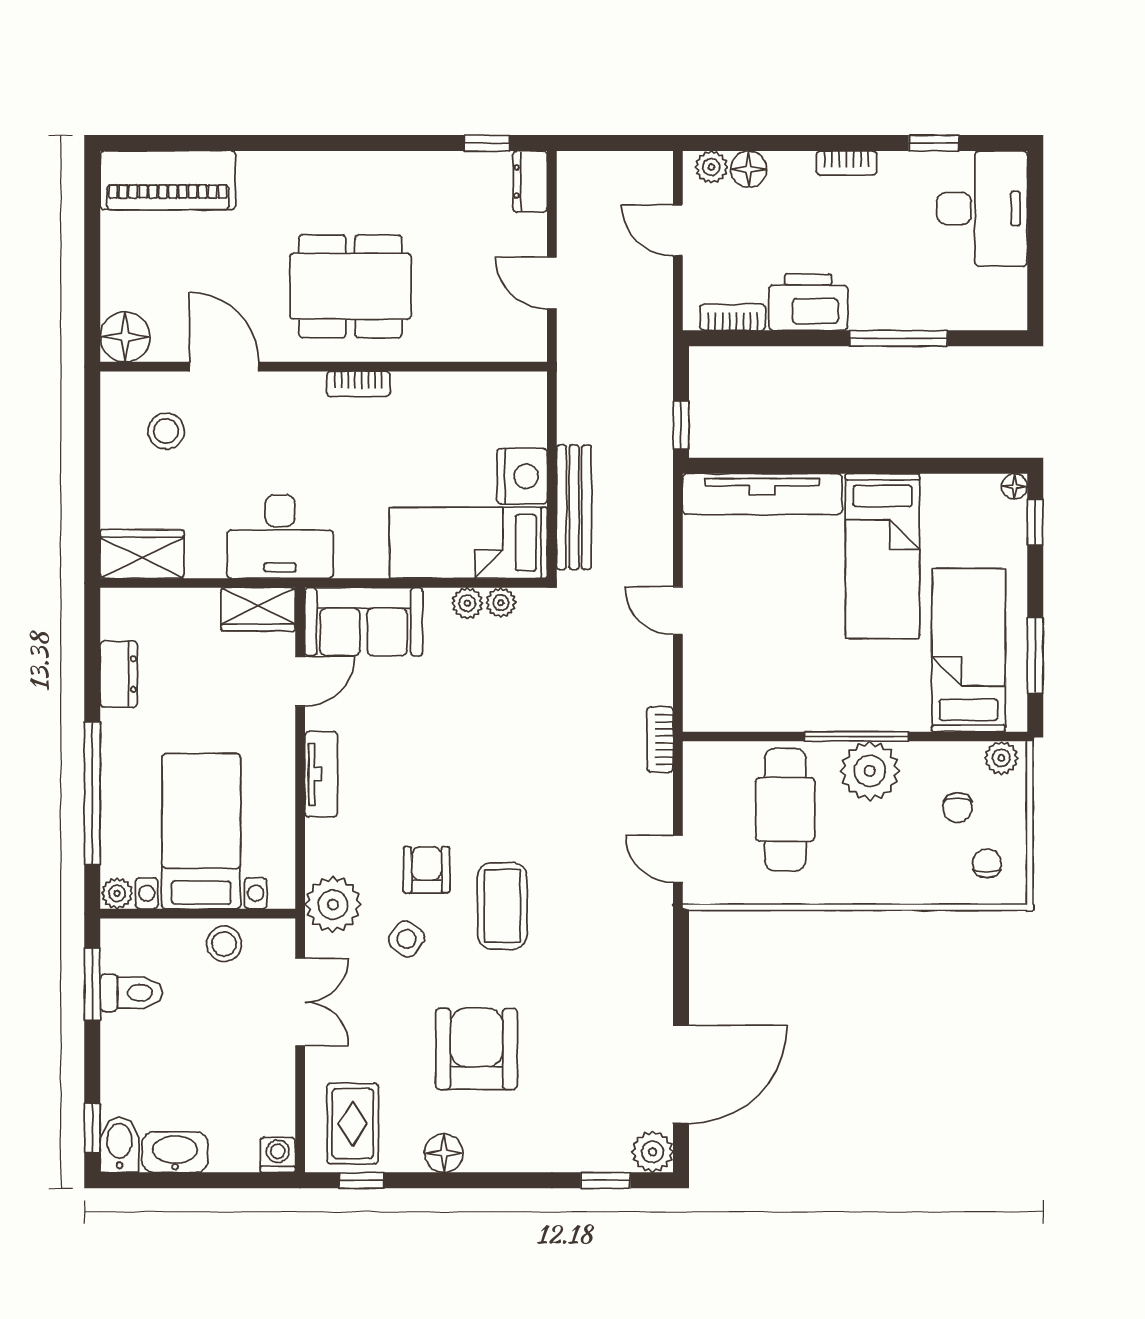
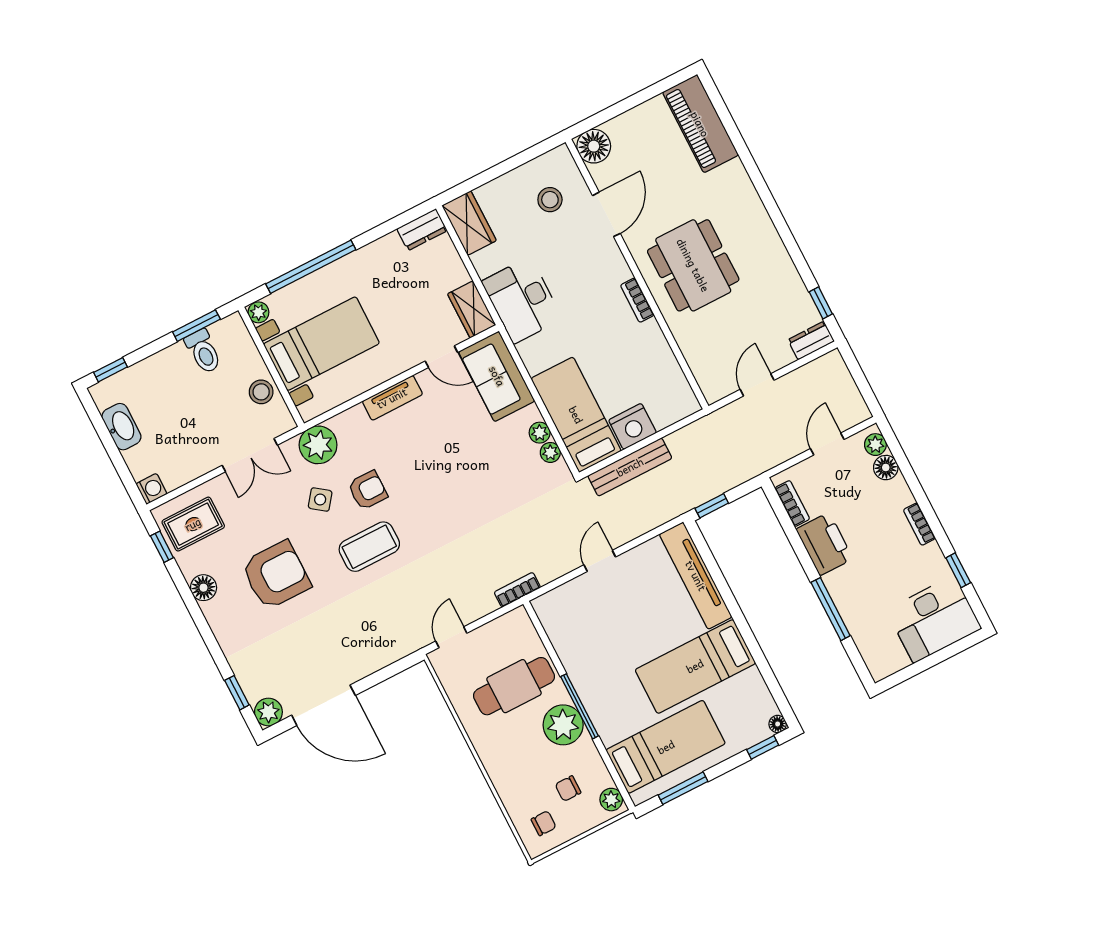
dresser: (119, 674) -> (422, 230), moved
bidet: (119, 1145) -> (109, 391), removed

